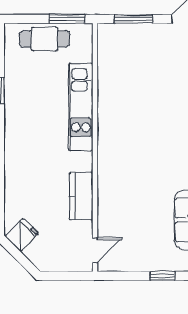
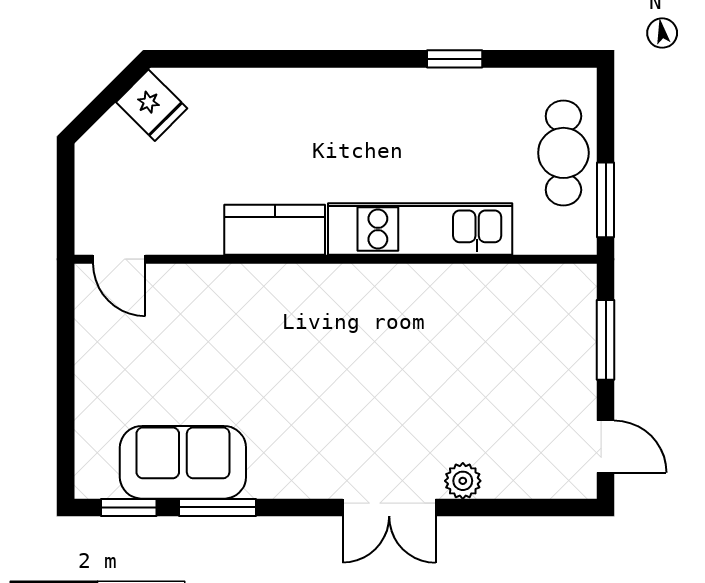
kitchen counter: (81, 196) -> (275, 230), moved
window: (163, 276) -> (66, 401), removed

